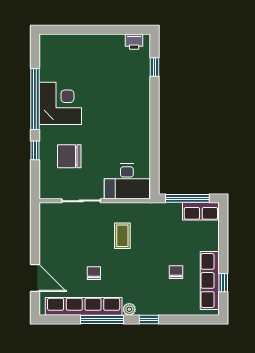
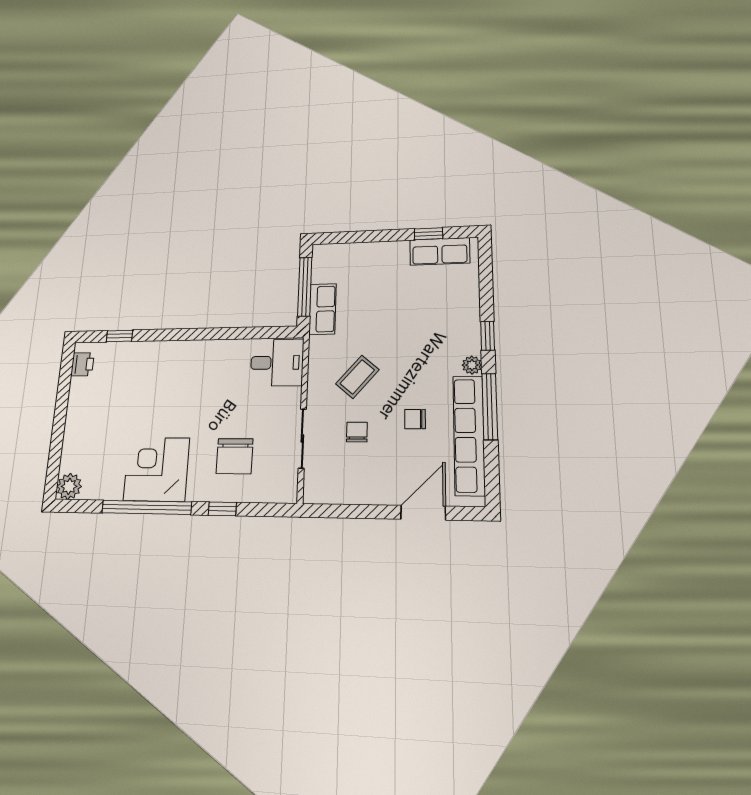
plant: (48, 43) -> (69, 486), added
desk: (127, 181) -> (277, 363), width x0.73
row of seats: (201, 211) -> (323, 309), moved
coffee table: (122, 236) -> (357, 377), turned -49
chair: (176, 272) -> (357, 432), moved, turned 90
row of seats: (210, 280) -> (440, 251), width x0.68

